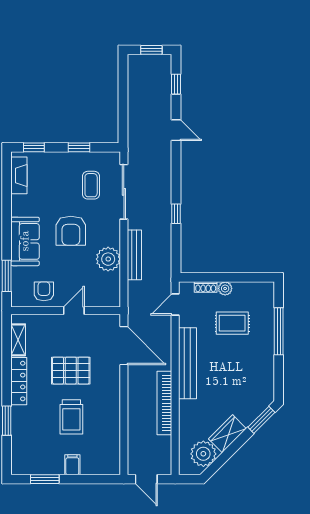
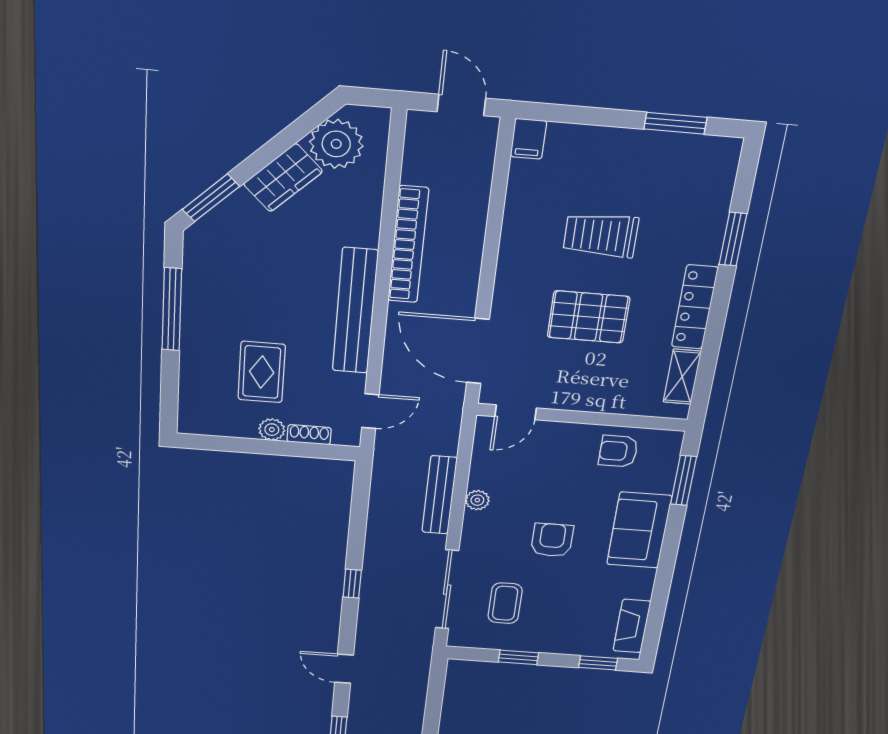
window: (176, 214) -> (352, 584), moved
armchair: (71, 231) -> (552, 540), width x0.72, depth x0.72
plant: (108, 259) -> (477, 500), width x0.53, depth x0.53
armchair: (44, 291) -> (618, 451), turned 90
door: (74, 311) -> (516, 412), moved
rug: (232, 323) -> (262, 372), turned 90
window: (279, 331) -> (172, 309), moved
trolley: (71, 417) -> (601, 235), turned -90
filing cabinet: (72, 465) -> (528, 139), moved

